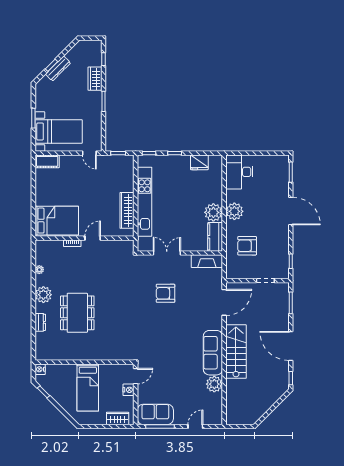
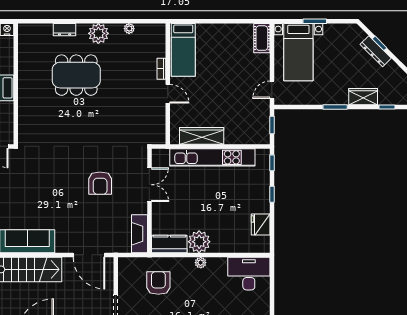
plant: (234, 211) -> (201, 263), width x0.53, depth x0.53
bed: (57, 221) -> (183, 50), width x0.67
armchair: (166, 293) -> (100, 183), turned 180

